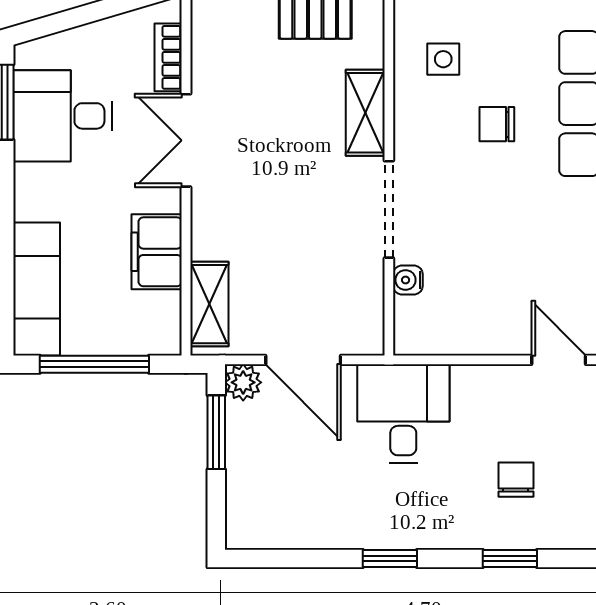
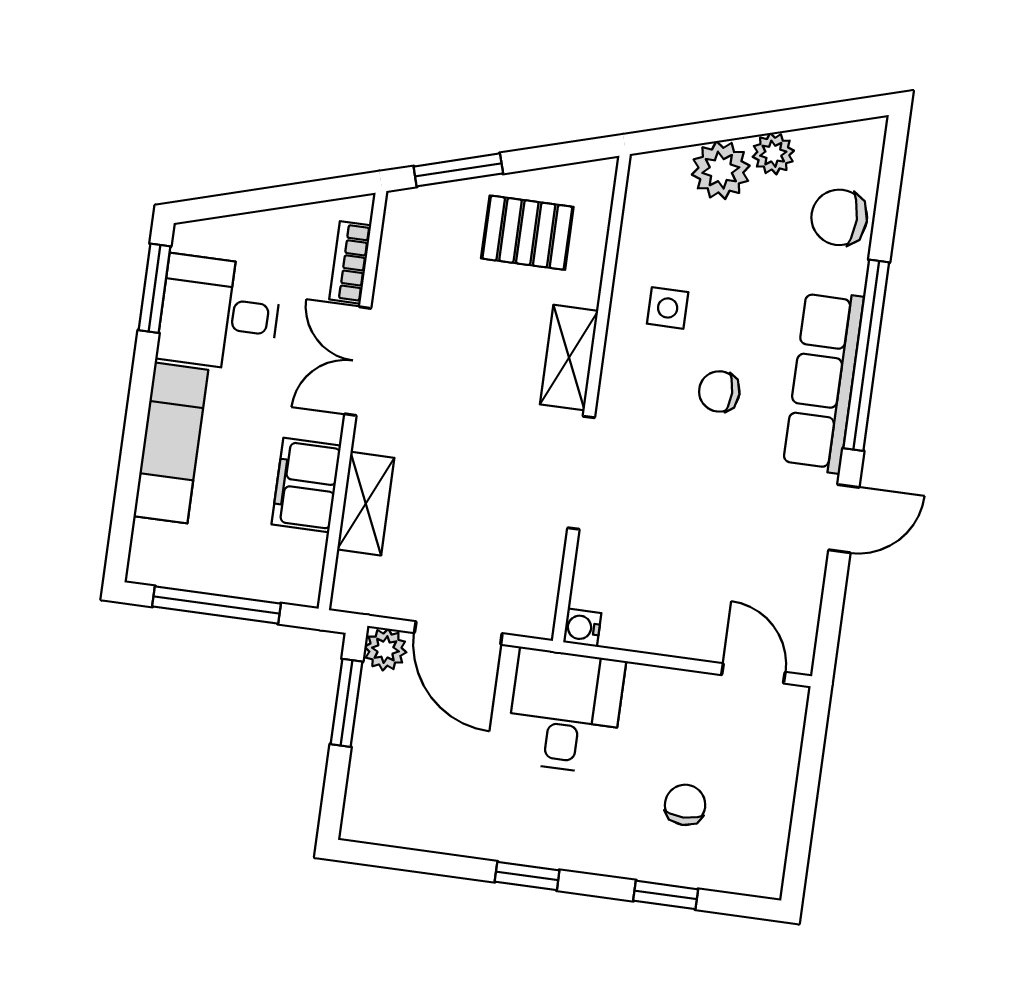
water cooler: (408, 280) -> (582, 628), moved
exam couch: (37, 289) -> (171, 443), moved
shelving: (209, 304) -> (366, 504), moved

